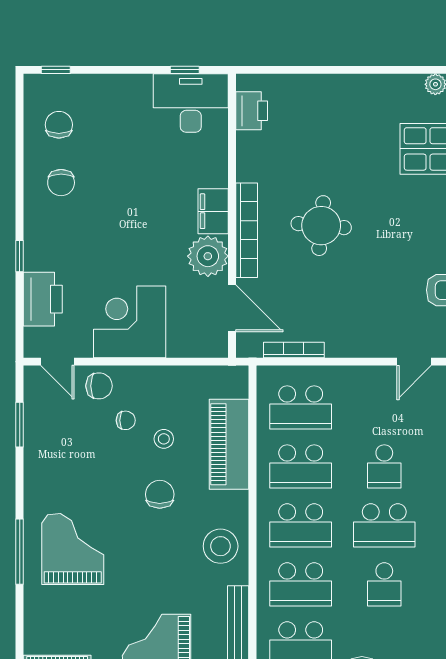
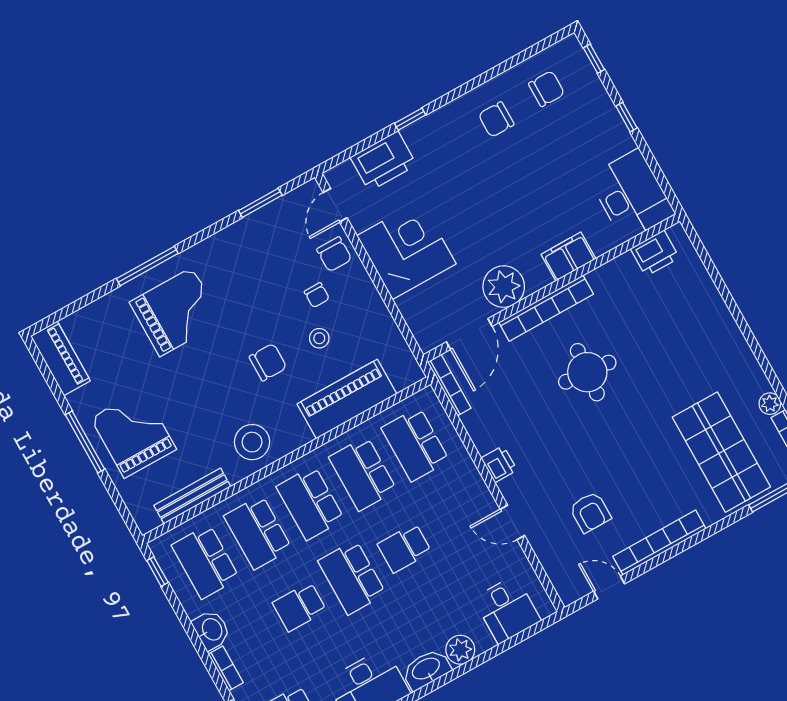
window: (185, 70) -> (626, 117), moved
filing cabinet: (213, 211) -> (568, 257), moved
printer: (358, 345) -> (499, 464), added
bookcase: (294, 350) -> (449, 385), moved

